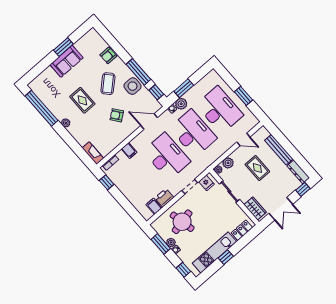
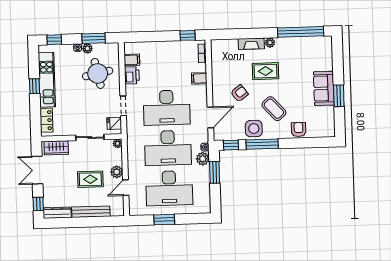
rug: (82, 100) -> (265, 71), moved
fireplace: (93, 153) -> (251, 44), moved
plant: (228, 163) -> (117, 172), moved

